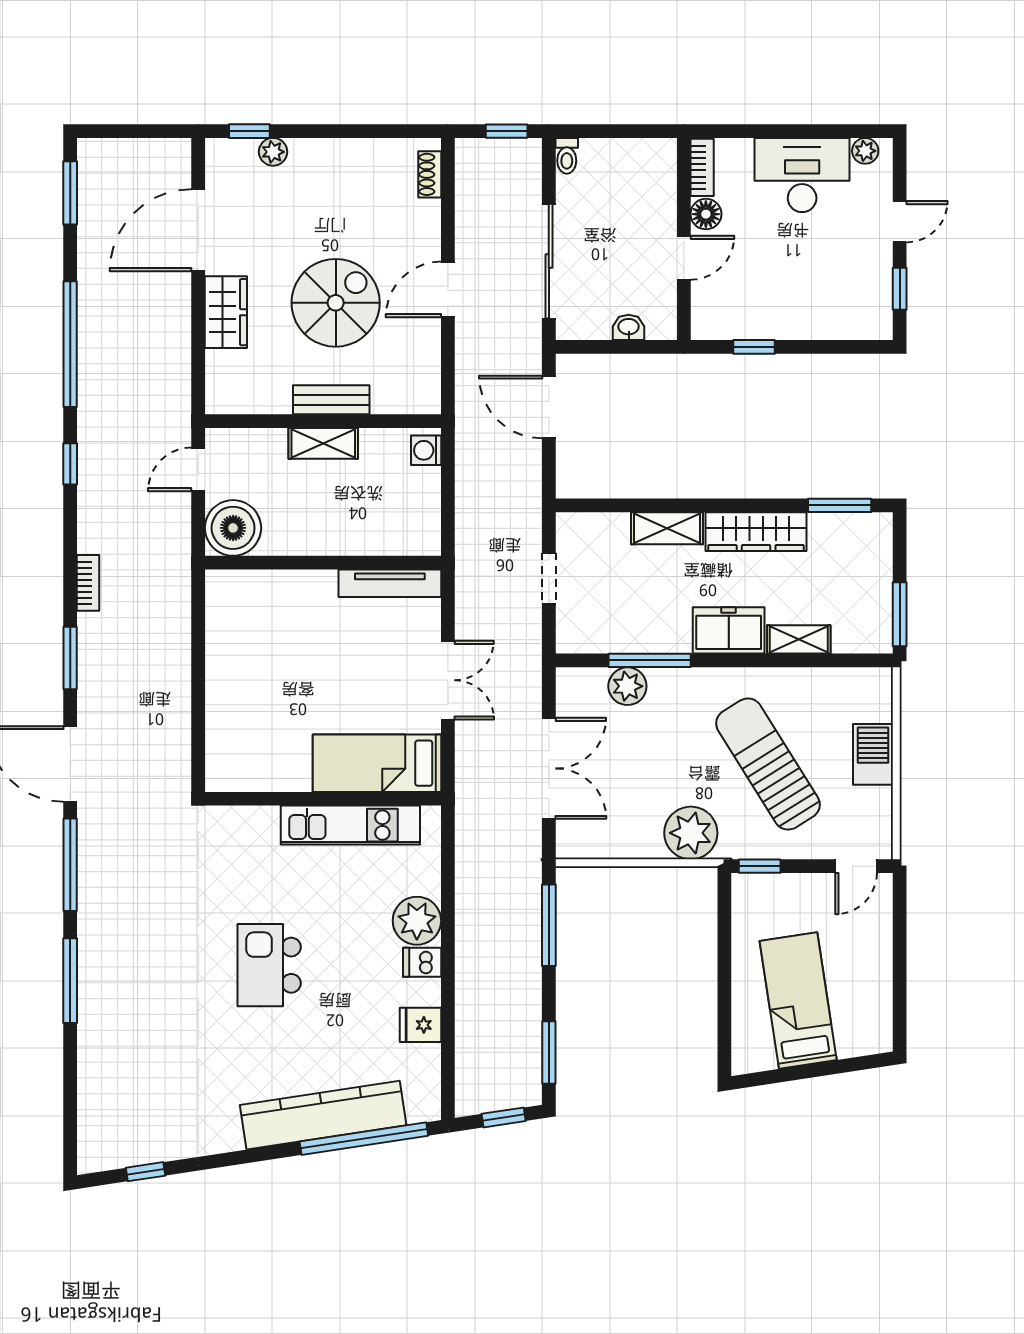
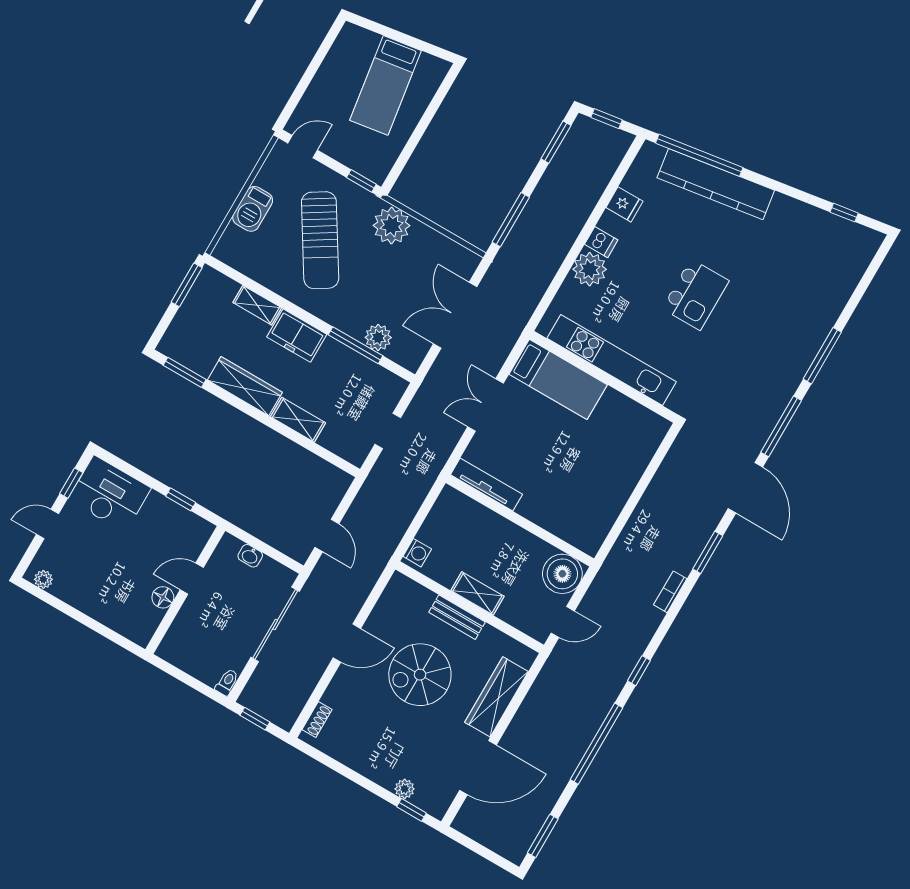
bookcase: (702, 167) -> (149, 627), removed
desk: (802, 175) -> (110, 494), moved, turned 180
wardrobe: (226, 312) -> (497, 697), width x1.50
door: (549, 407) -> (327, 535), width x0.73
kitchen unit: (350, 825) -> (612, 360), width x1.36

